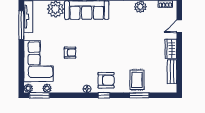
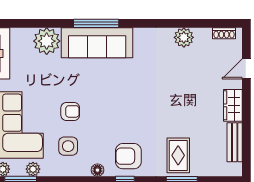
side table: (69, 74) -> (68, 146), added
armchair: (106, 80) -> (128, 156), turned 180

